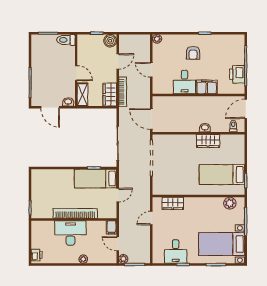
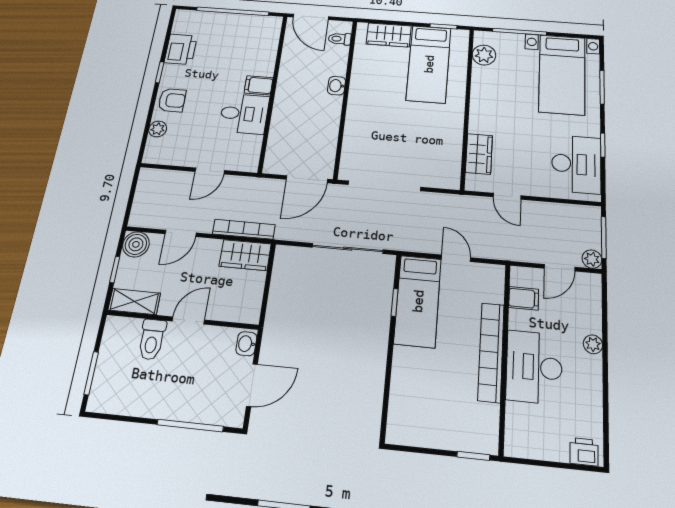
plant: (157, 39) -> (158, 129), moved
toilet: (66, 40) -> (152, 339), moved
armchair: (193, 53) -> (172, 100), moved
door: (118, 61) -> (181, 233), swing flipped
printer: (237, 74) -> (181, 49), moved, turned -90
filing cabinet: (207, 87) -> (259, 85), width x0.50
shelving: (82, 95) -> (134, 302), moved
wardrobe: (208, 141) -> (389, 35), moved, turned 90
filing cabinet: (111, 227) -> (524, 298), moved
desk: (176, 251) -> (576, 164), width x1.37

